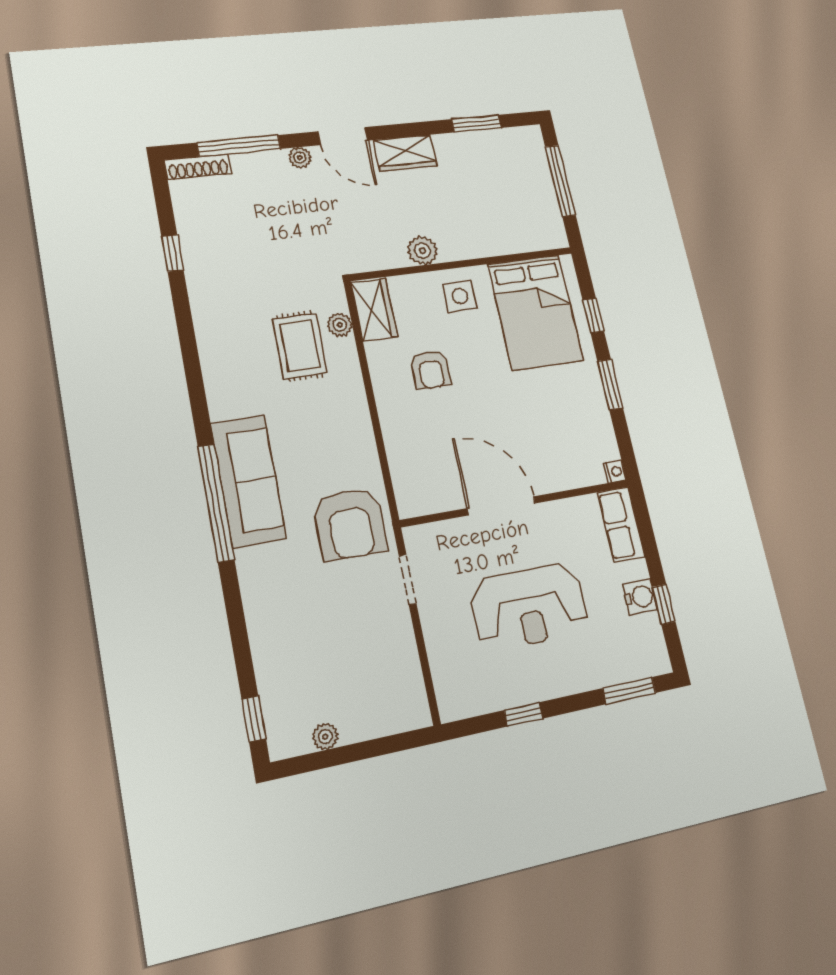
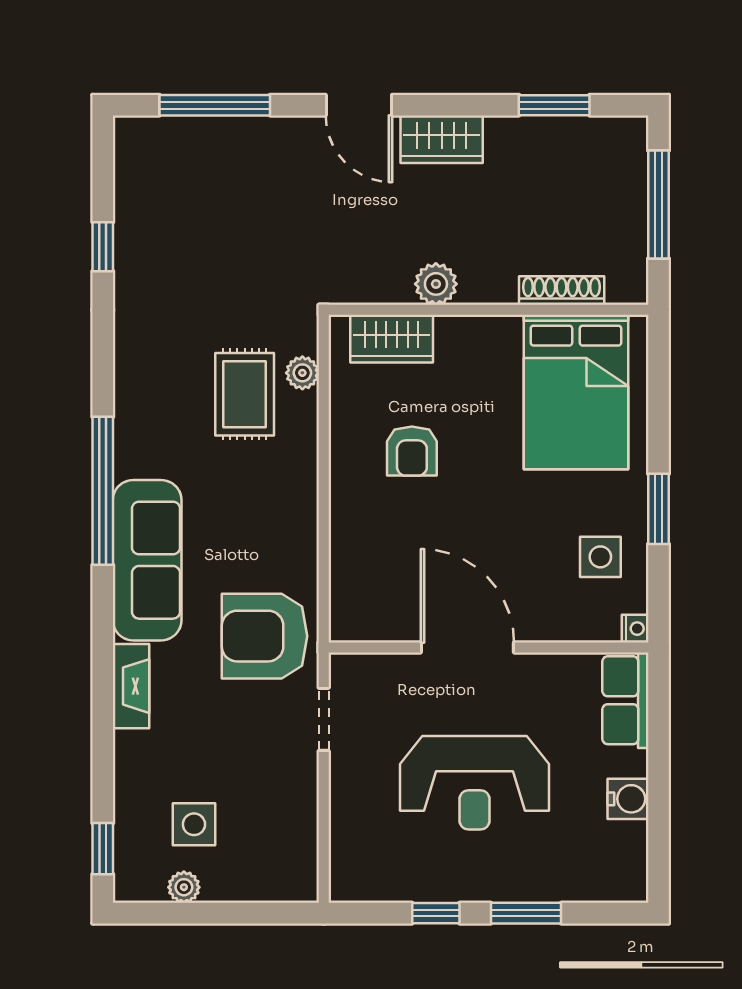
plant: (300, 158) -> (294, 131), removed
shoe rack: (198, 167) -> (562, 290), moved, turned 180
side table: (460, 296) -> (600, 557), moved
wardrobe: (374, 310) -> (392, 339), moved, turned 90
window: (593, 316) -> (658, 408), removed
window: (216, 503) -> (103, 491), moved
armchair: (350, 524) -> (264, 636), turned 90
fireplace: (253, 582) -> (131, 686), added
window: (664, 604) -> (658, 815), removed
side table: (324, 683) -> (194, 824), added
window: (629, 691) -> (526, 913), moved

